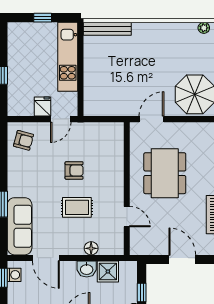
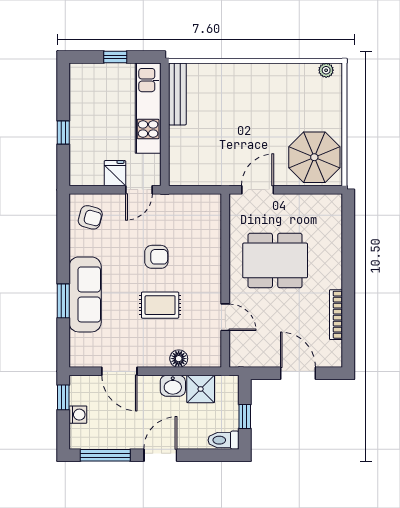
bench: (107, 29) -> (177, 94), moved, turned 90
dining table: (165, 173) -> (275, 260), turned 90
sofa: (20, 226) -> (85, 294), moved
washing machine: (14, 275) -> (78, 415), moved

